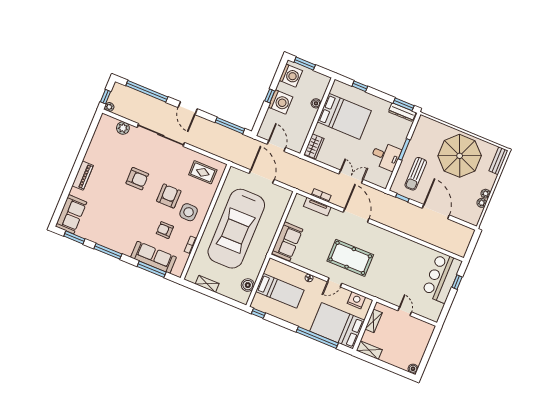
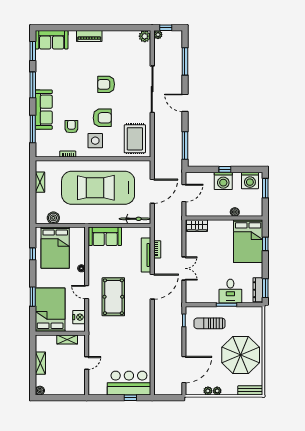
window: (147, 91) -> (185, 61), width x0.68
door: (188, 108) -> (185, 103), hinge flipped
bed: (344, 116) -> (248, 241), moved
plant: (123, 128) -> (145, 36), moved
desk: (386, 156) -> (230, 291), moved
rug: (203, 172) -> (135, 139), width x1.36, depth x1.43
armchair: (137, 179) -> (106, 84), turned 90
bicycle: (282, 205) -> (135, 219), added
tv unit: (317, 207) -> (146, 255), width x1.41
door: (436, 212) -> (184, 370), moved
sofa: (154, 257) -> (44, 110), moved
bed: (280, 291) -> (55, 248), width x1.50
window: (258, 313) -> (33, 254), moved
window: (317, 338) -> (33, 297), width x0.47
shelving: (369, 350) -> (40, 363), moved

